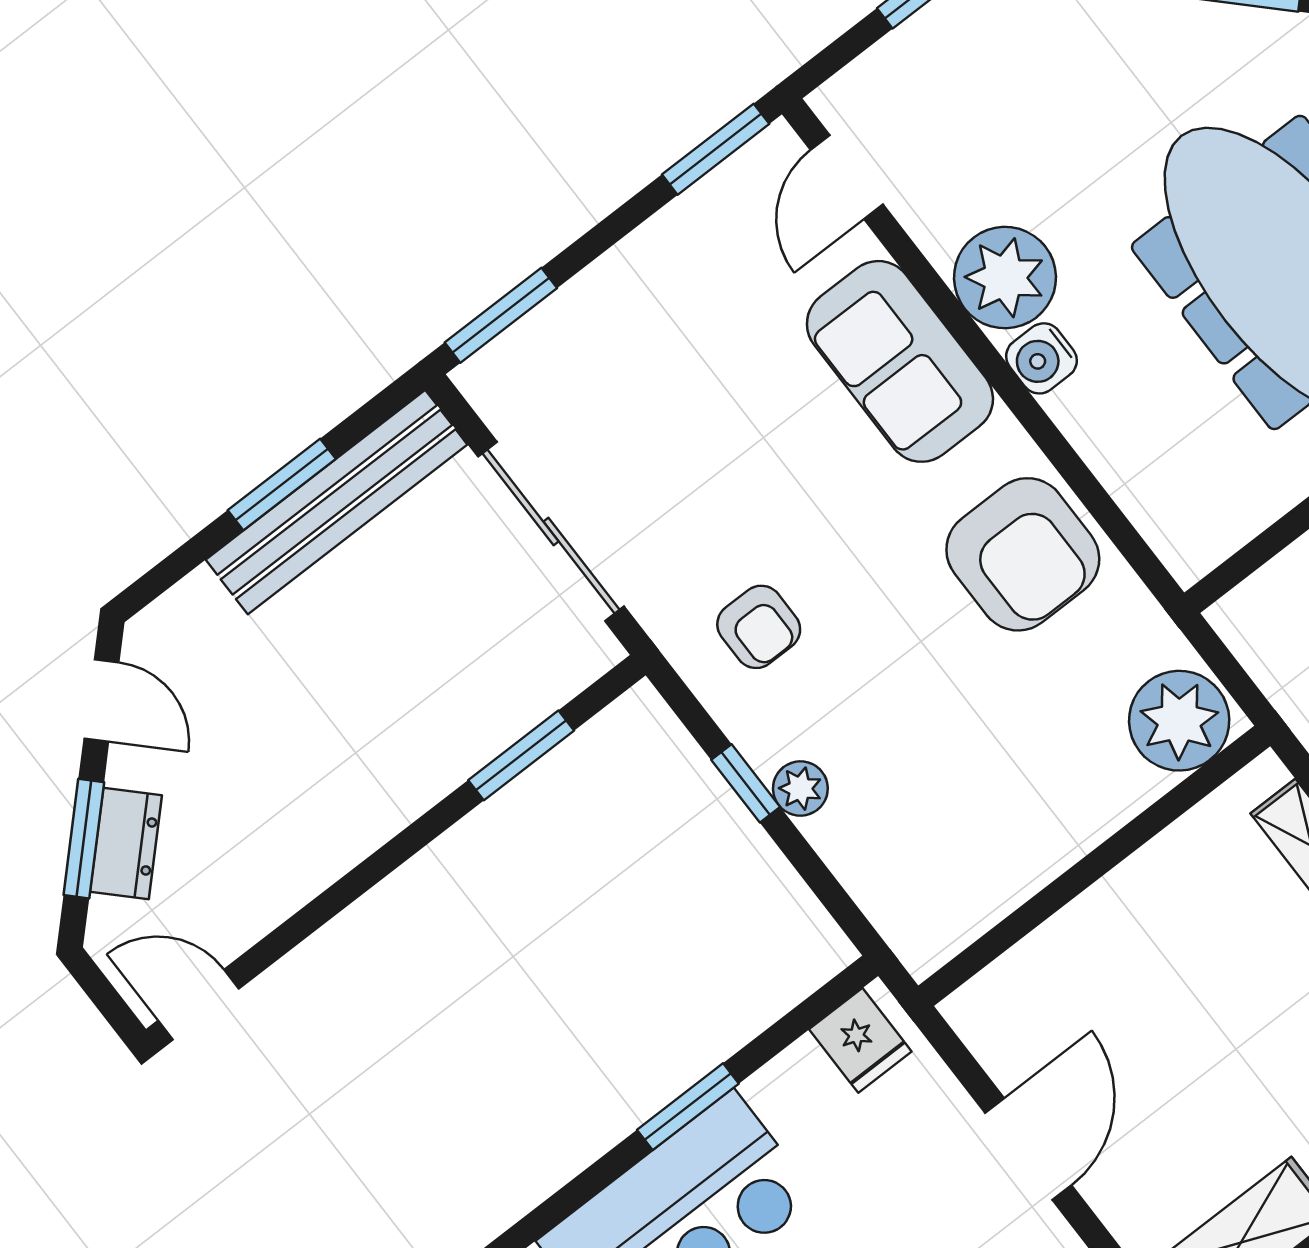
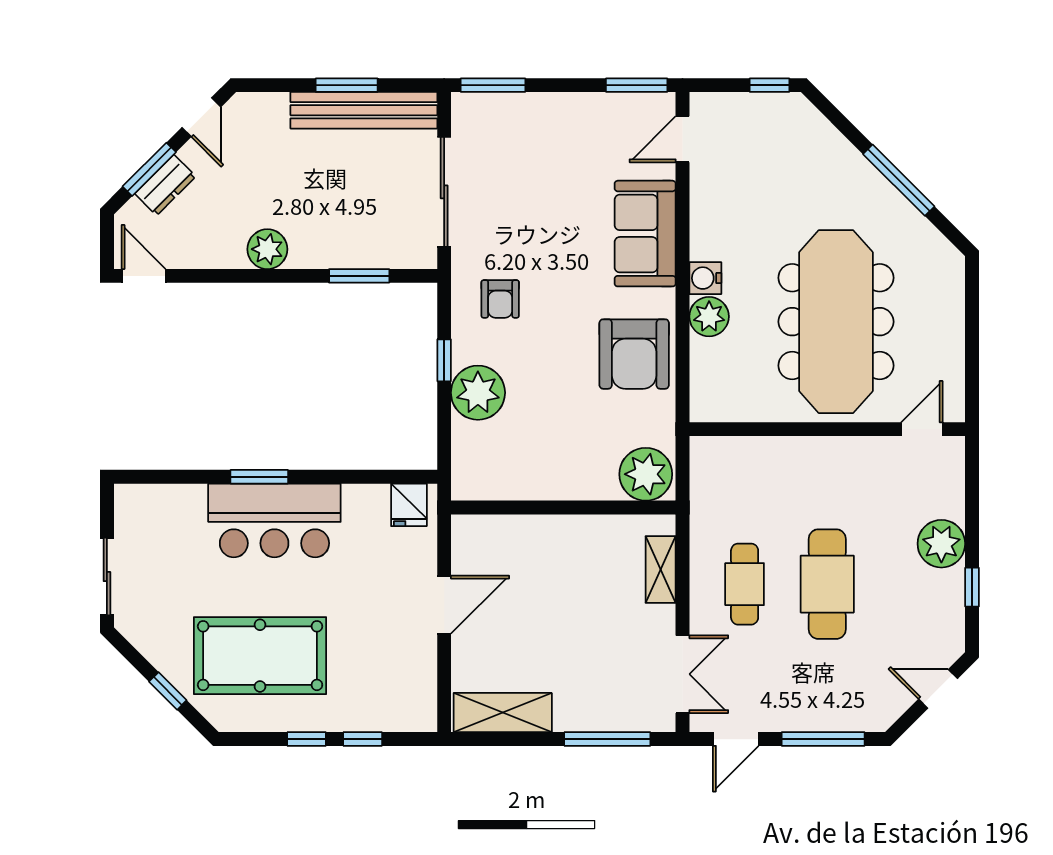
plant: (1005, 278) -> (709, 317), moved, width x0.73, depth x0.73
plant: (800, 788) -> (478, 393), width x1.88, depth x1.88
plant: (353, 822) -> (267, 249), added
window: (688, 1107) -> (259, 477), moved

